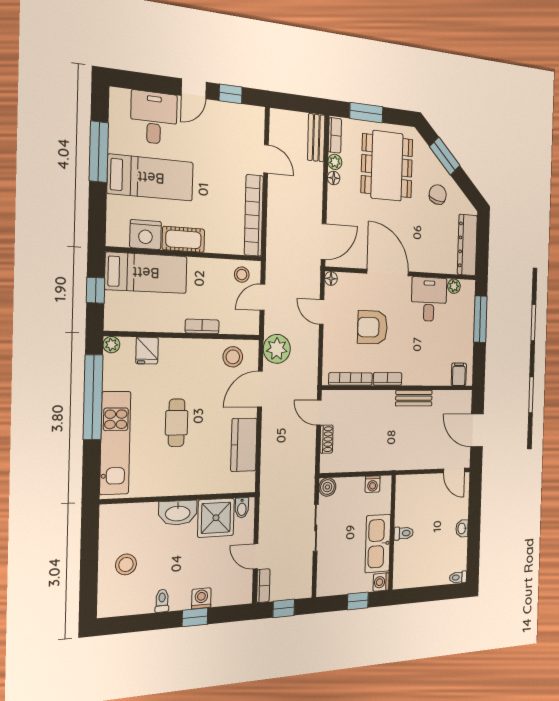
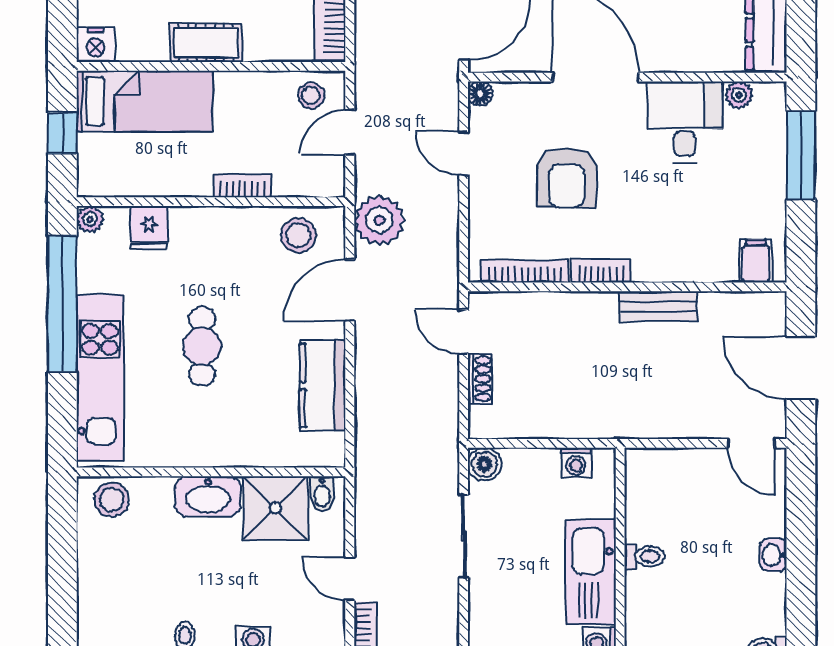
nightstand: (146, 235) -> (95, 45), moved, width x0.74, depth x0.75
armchair: (372, 327) -> (567, 178), turned -90
stool: (126, 564) -> (112, 500), moved

